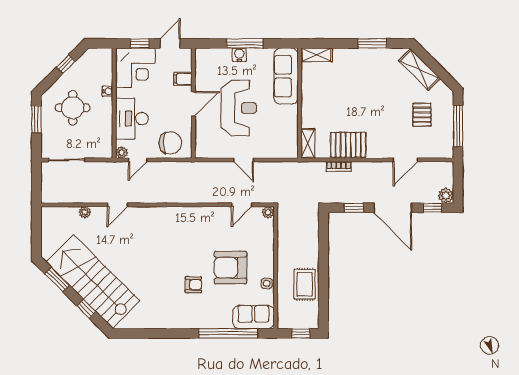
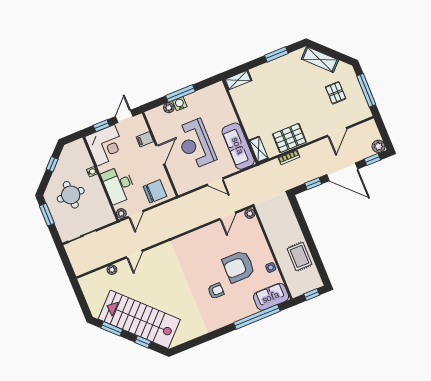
plant: (225, 54) -> (169, 108), added
sofa: (286, 76) -> (238, 146), moved
reception desk: (239, 108) -> (196, 144), turned 180

